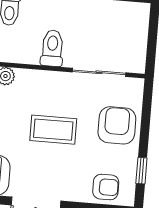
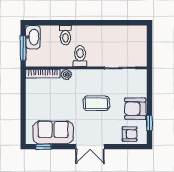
toilet: (52, 48) -> (80, 56), moved
armchair: (117, 125) -> (135, 109), moved, turned -90

